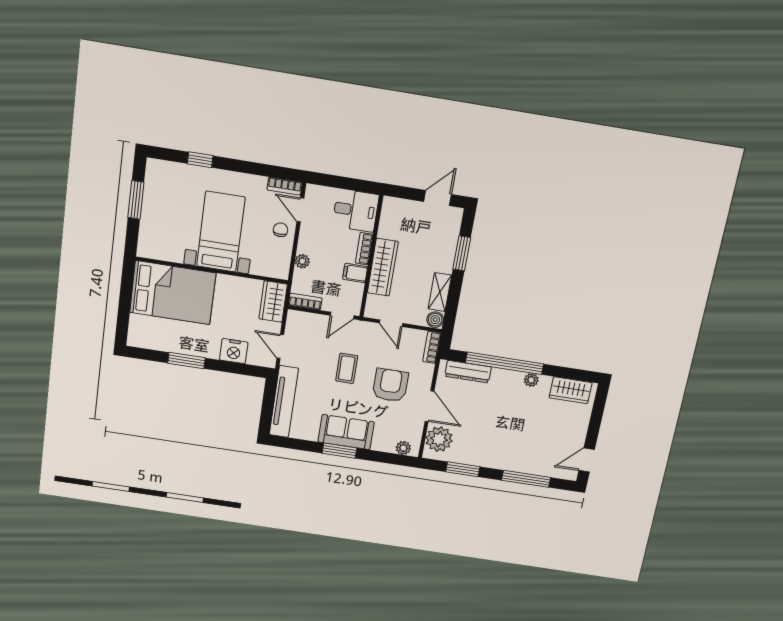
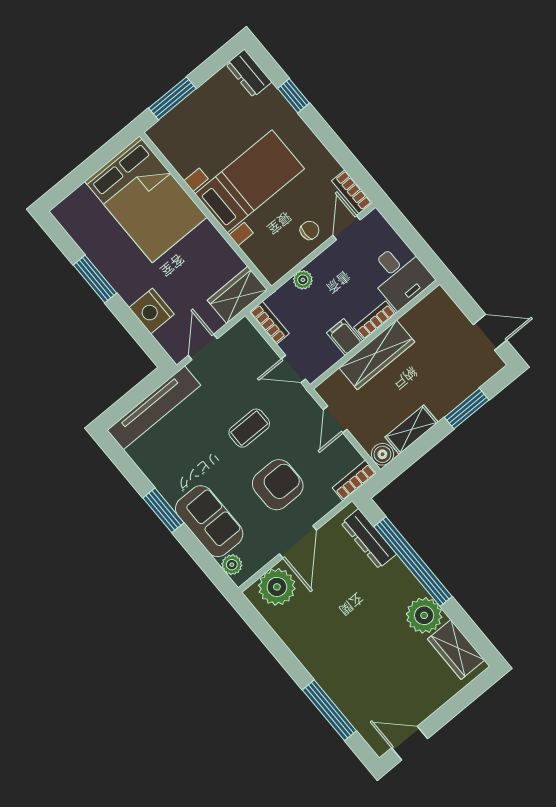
dresser: (162, 169) -> (249, 73), added
window: (136, 200) -> (172, 98), moved
plant: (531, 380) -> (424, 615), width x1.88, depth x1.88
sofa: (346, 432) -> (209, 521), moved
window: (463, 469) -> (273, 642), removed

